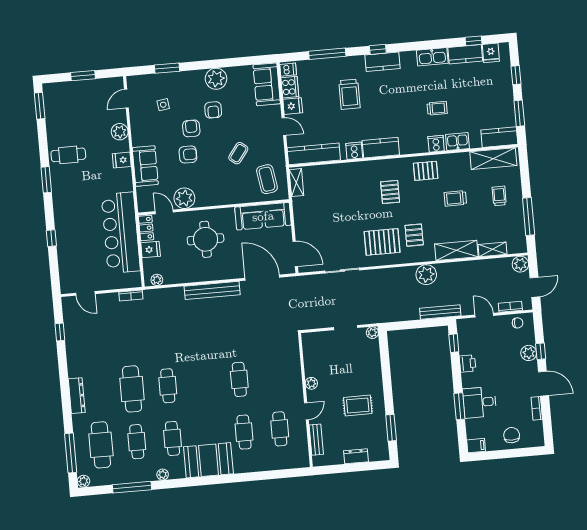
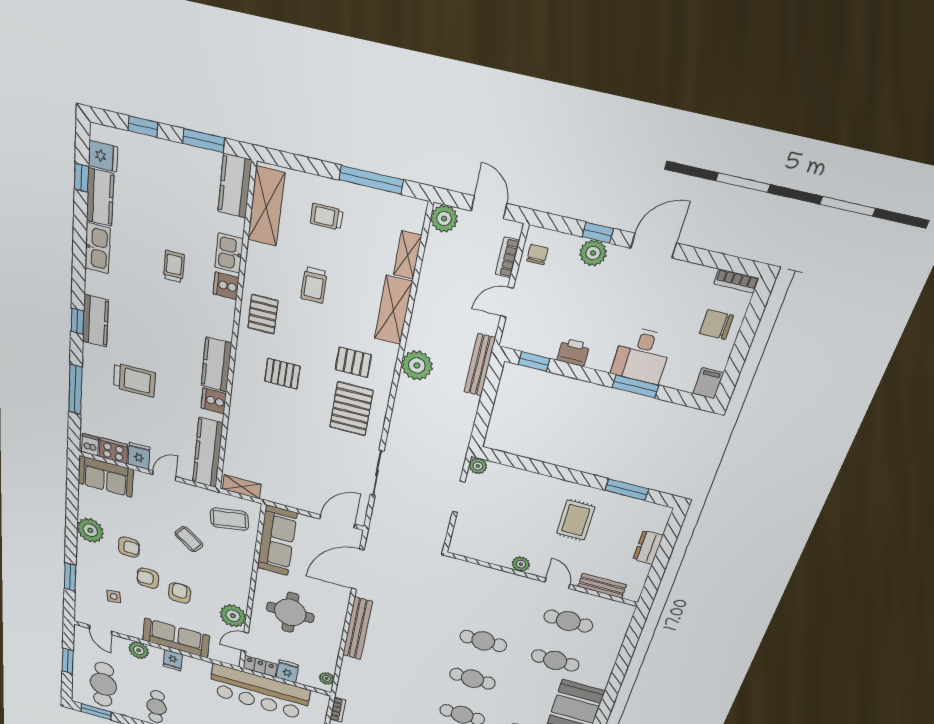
cafe table: (72, 108) -> (103, 684), added
sofa: (145, 166) -> (176, 638), width x1.36
cafe table: (204, 383) -> (472, 679), added
bookcase: (537, 408) -> (736, 281), moved

